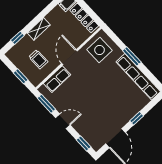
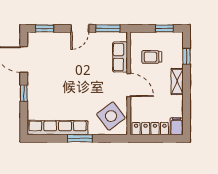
side table: (100, 50) -> (111, 116), turned -37
window: (21, 76) -> (164, 28), moved

